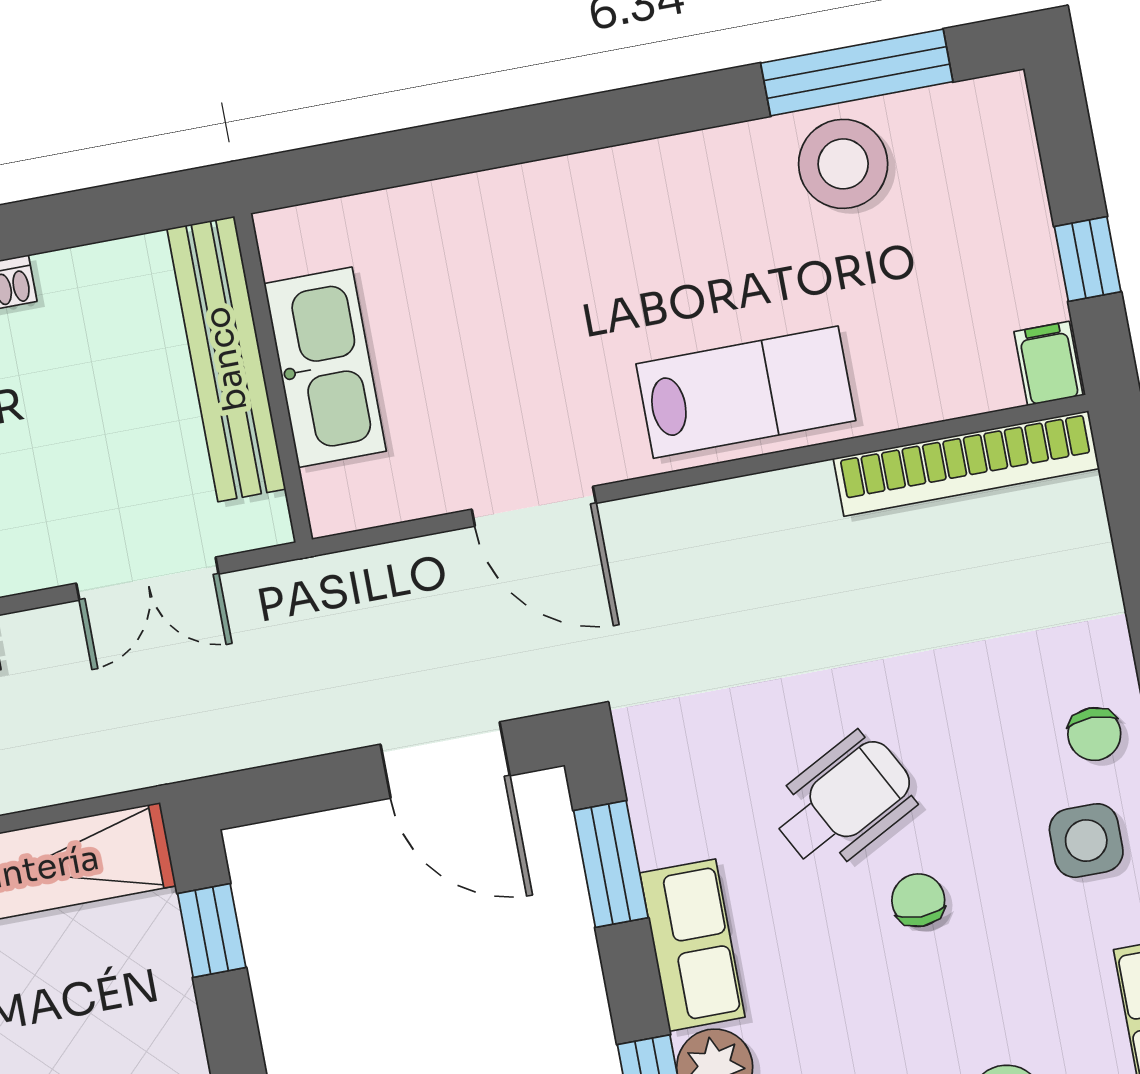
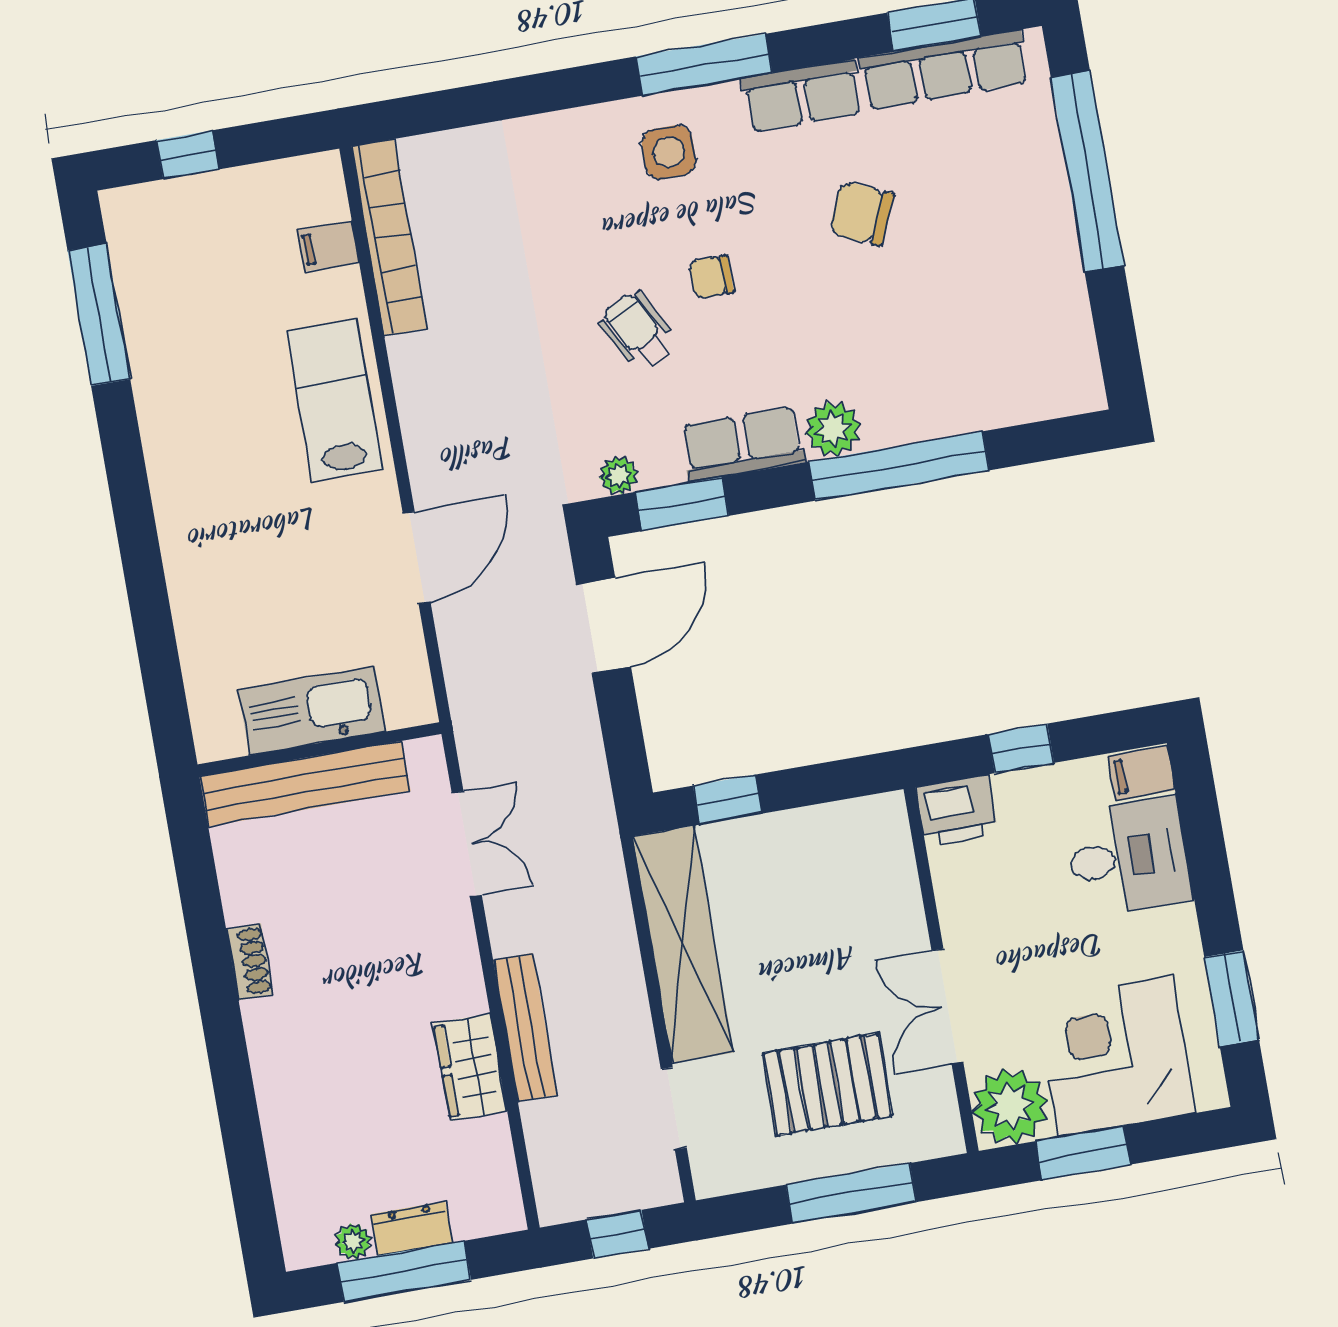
stool: (843, 164) -> (166, 326), removed
window: (1088, 259) -> (188, 155), moved
filing cabinet: (1048, 363) -> (328, 246), moved
chair: (1094, 734) -> (590, 145), removed
plant: (648, 778) -> (618, 475), added
wheelchair: (844, 802) -> (638, 331), width x0.73, depth x0.73

